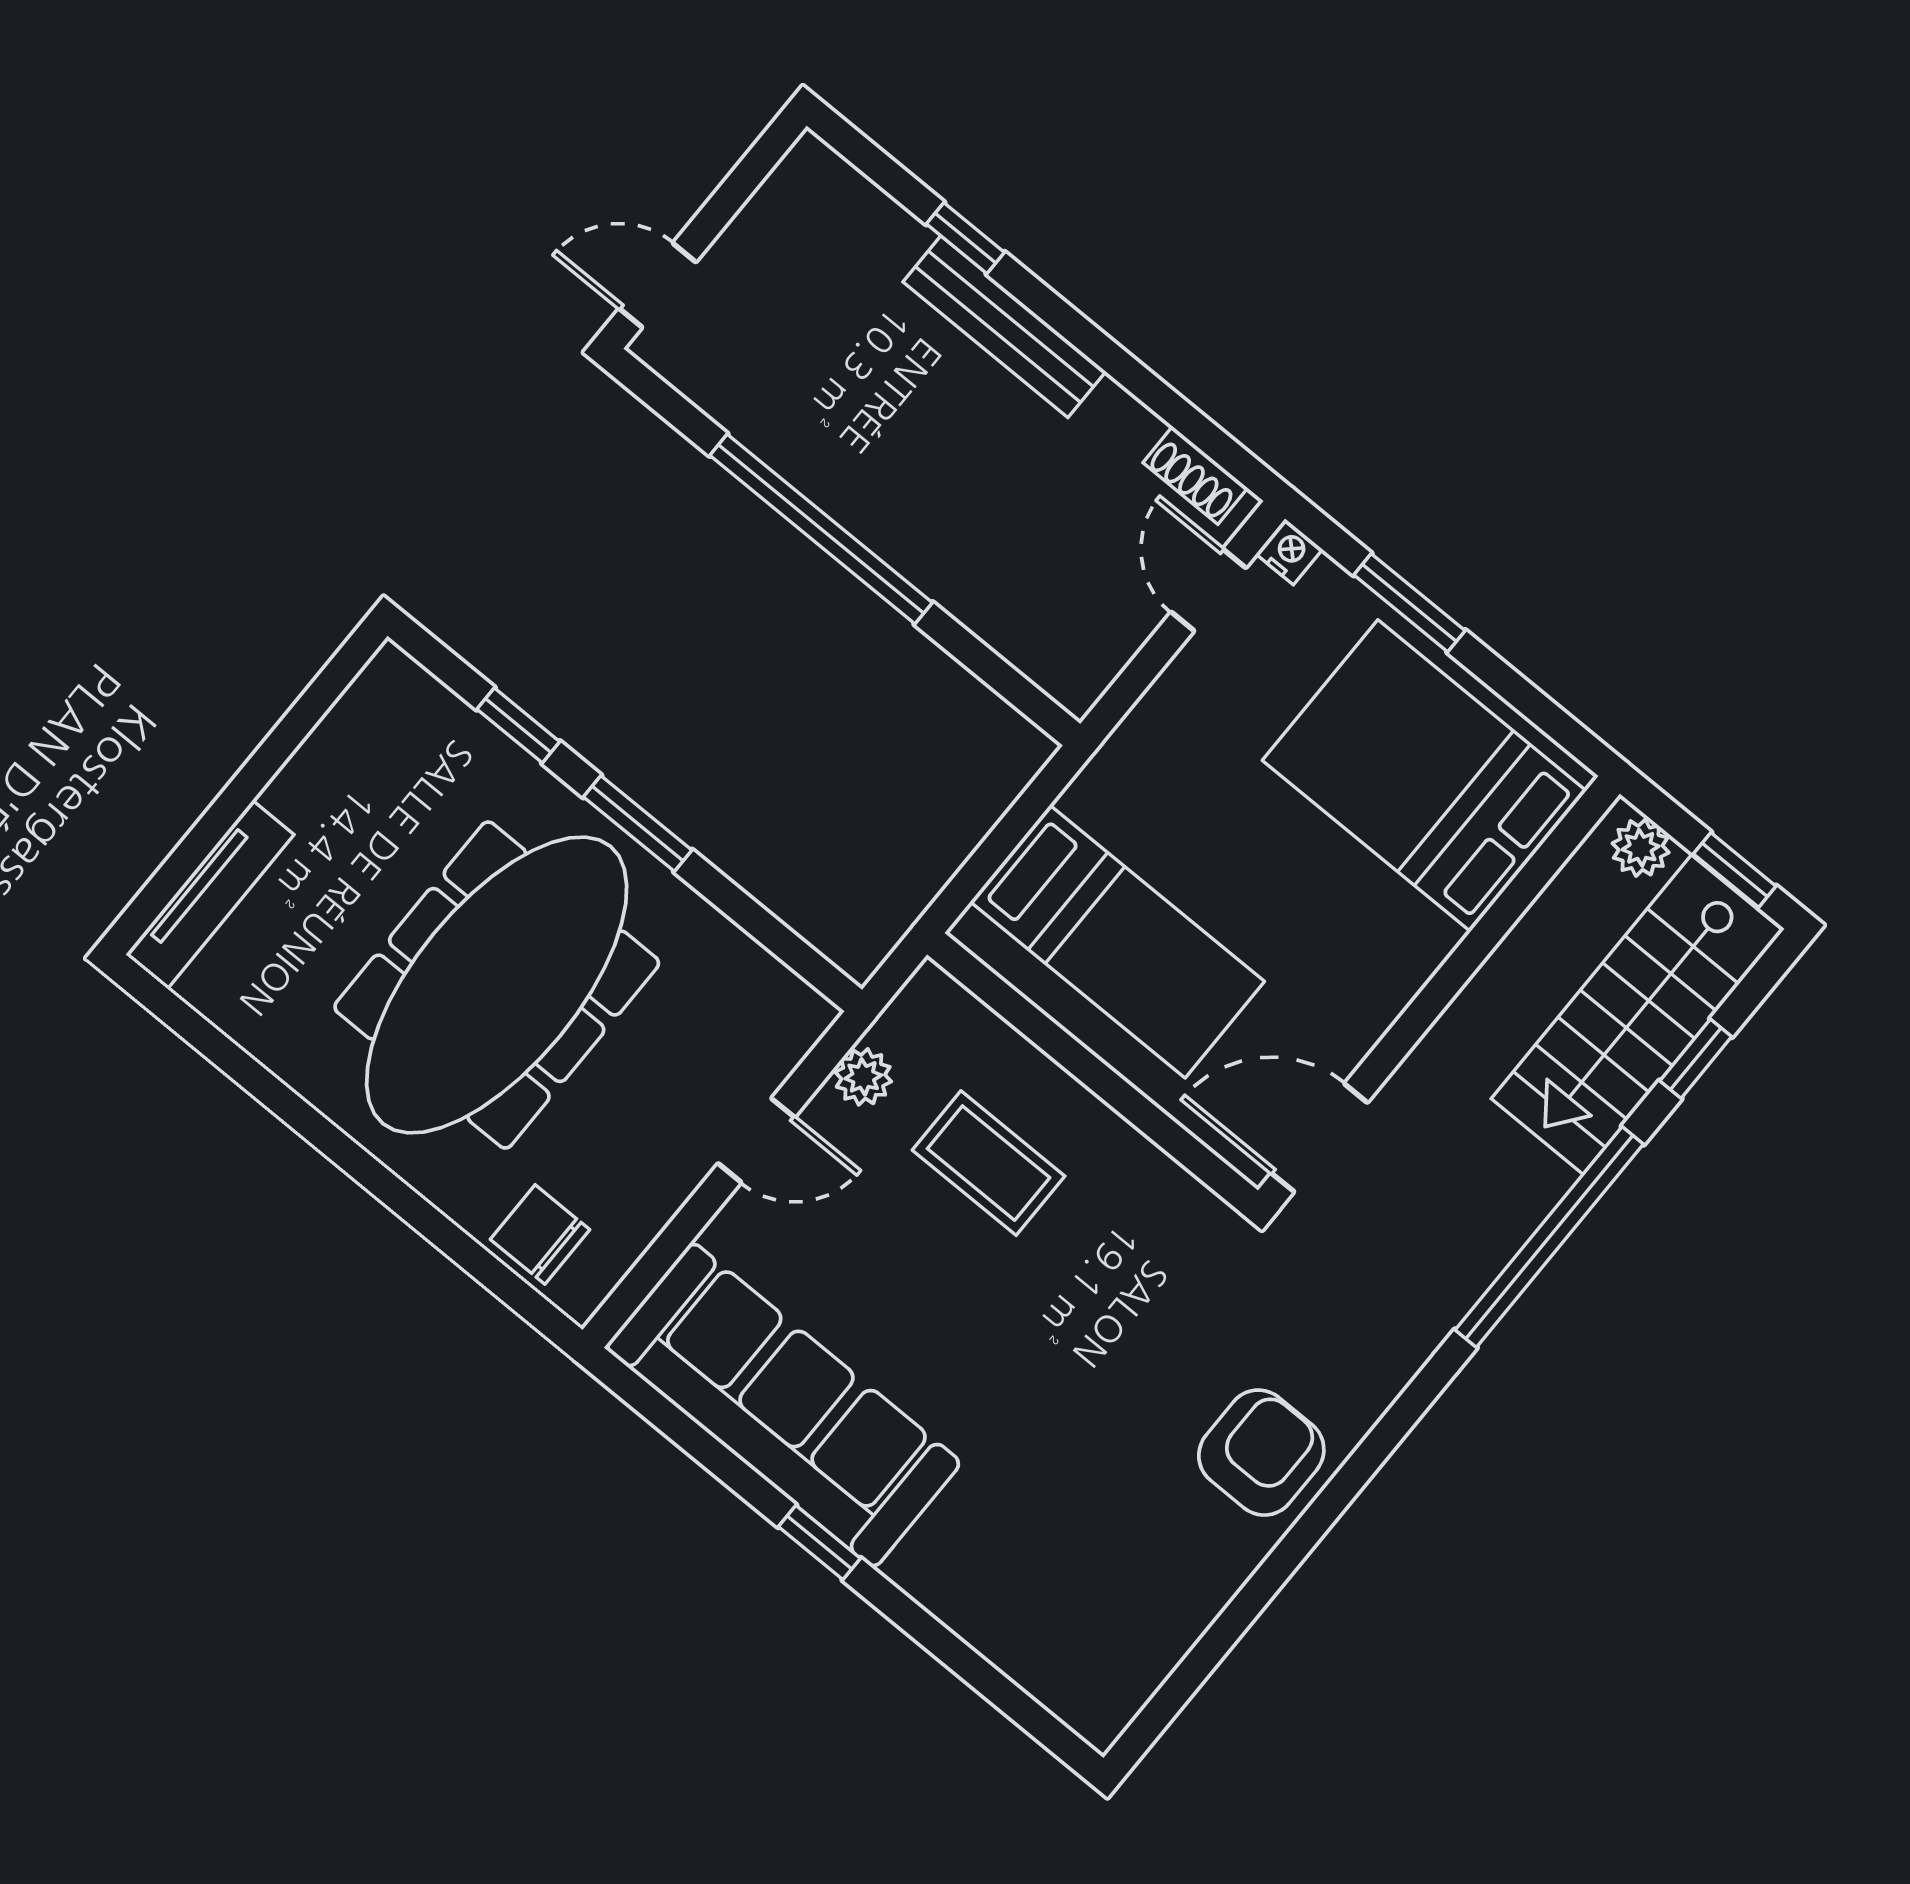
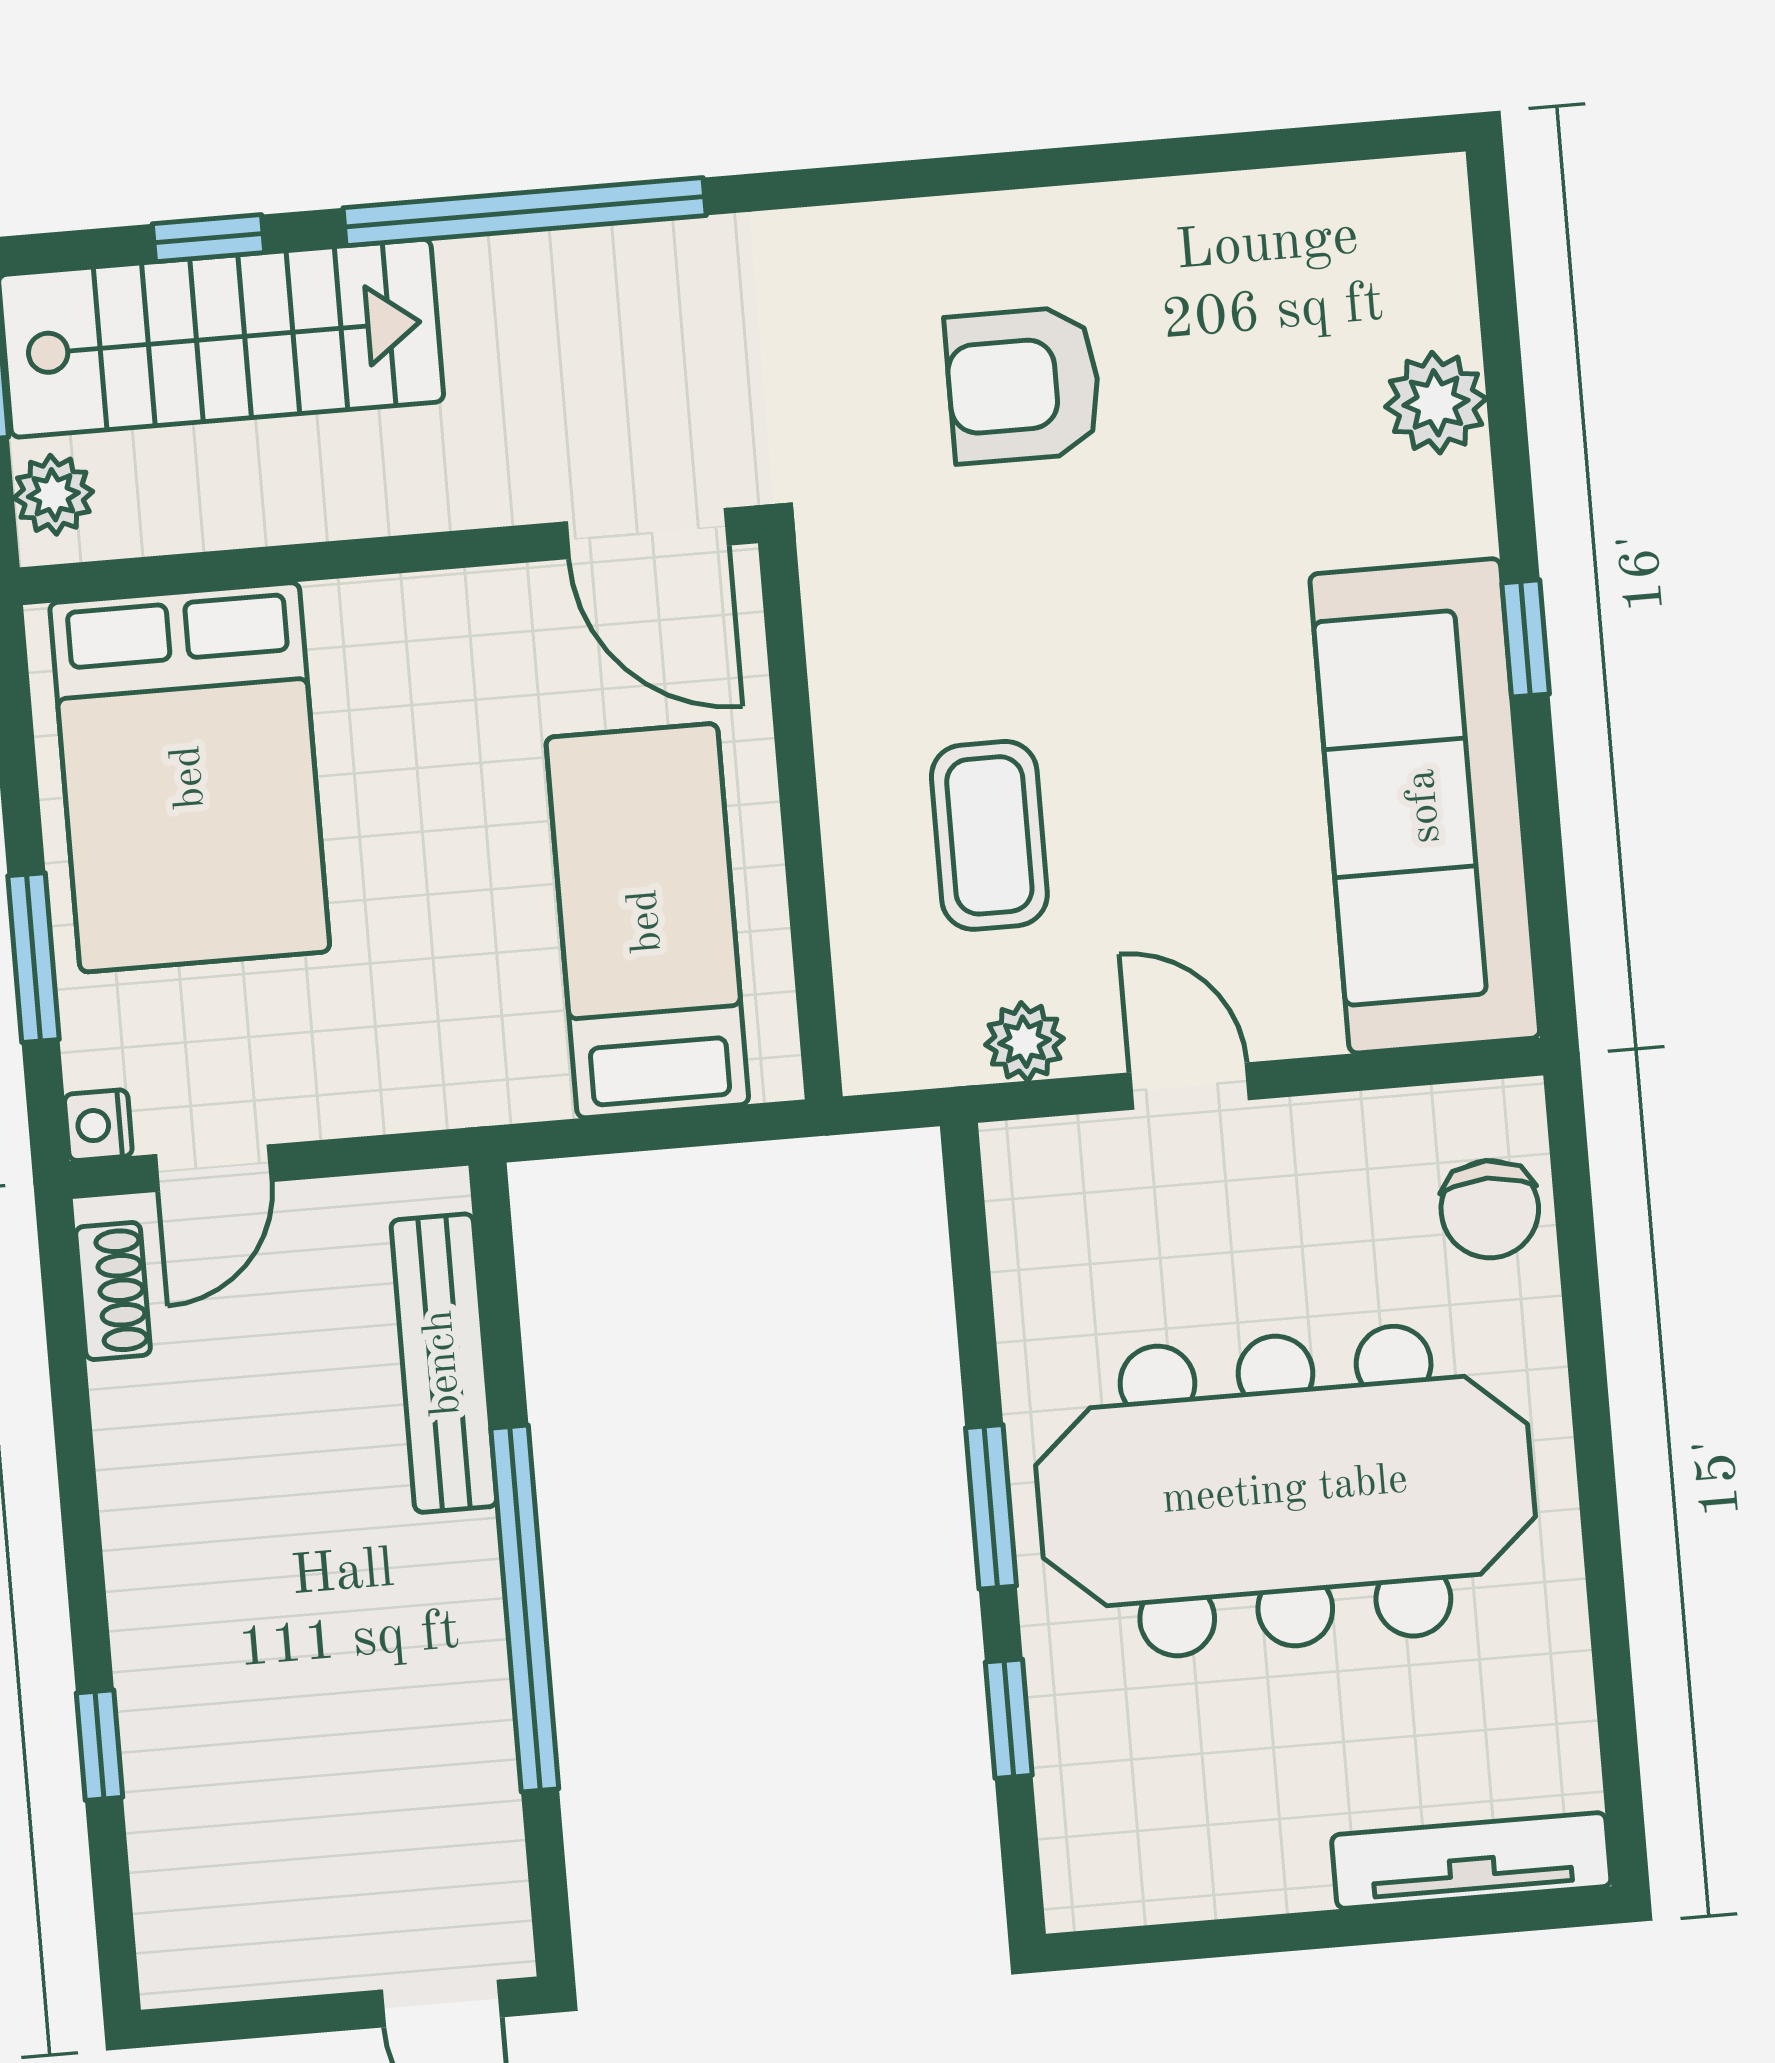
bench: (1004, 327) -> (444, 1363), moved
armchair: (1261, 1453) -> (1023, 385), moved
plant: (988, 1615) -> (1436, 403), added

